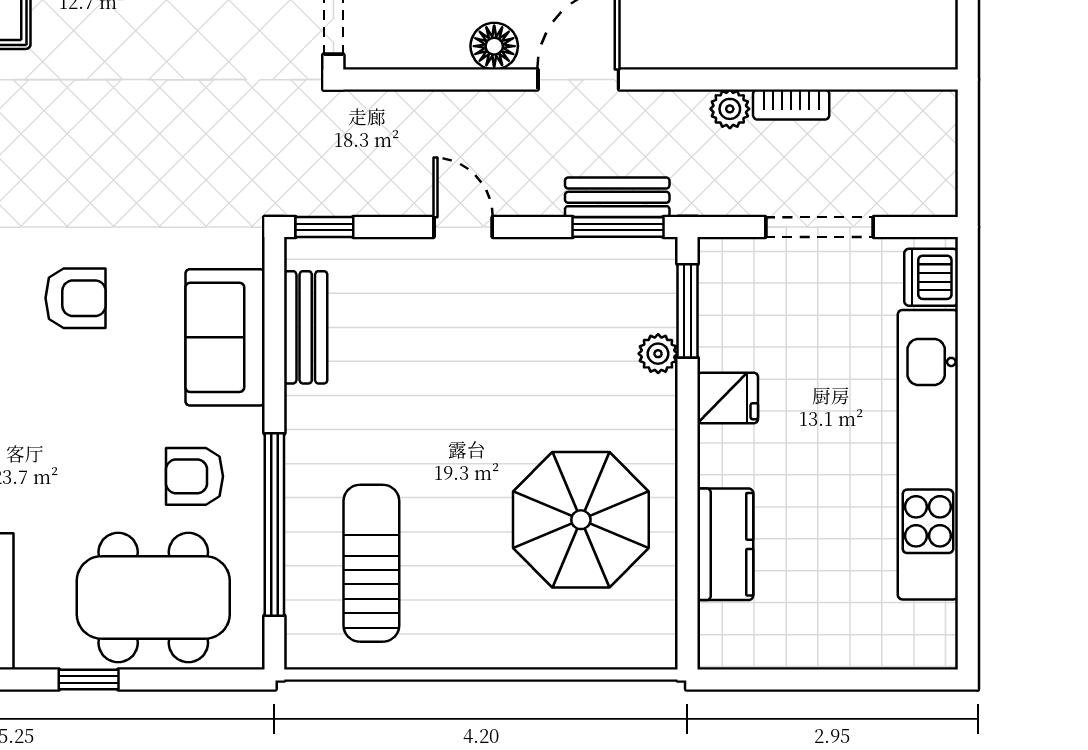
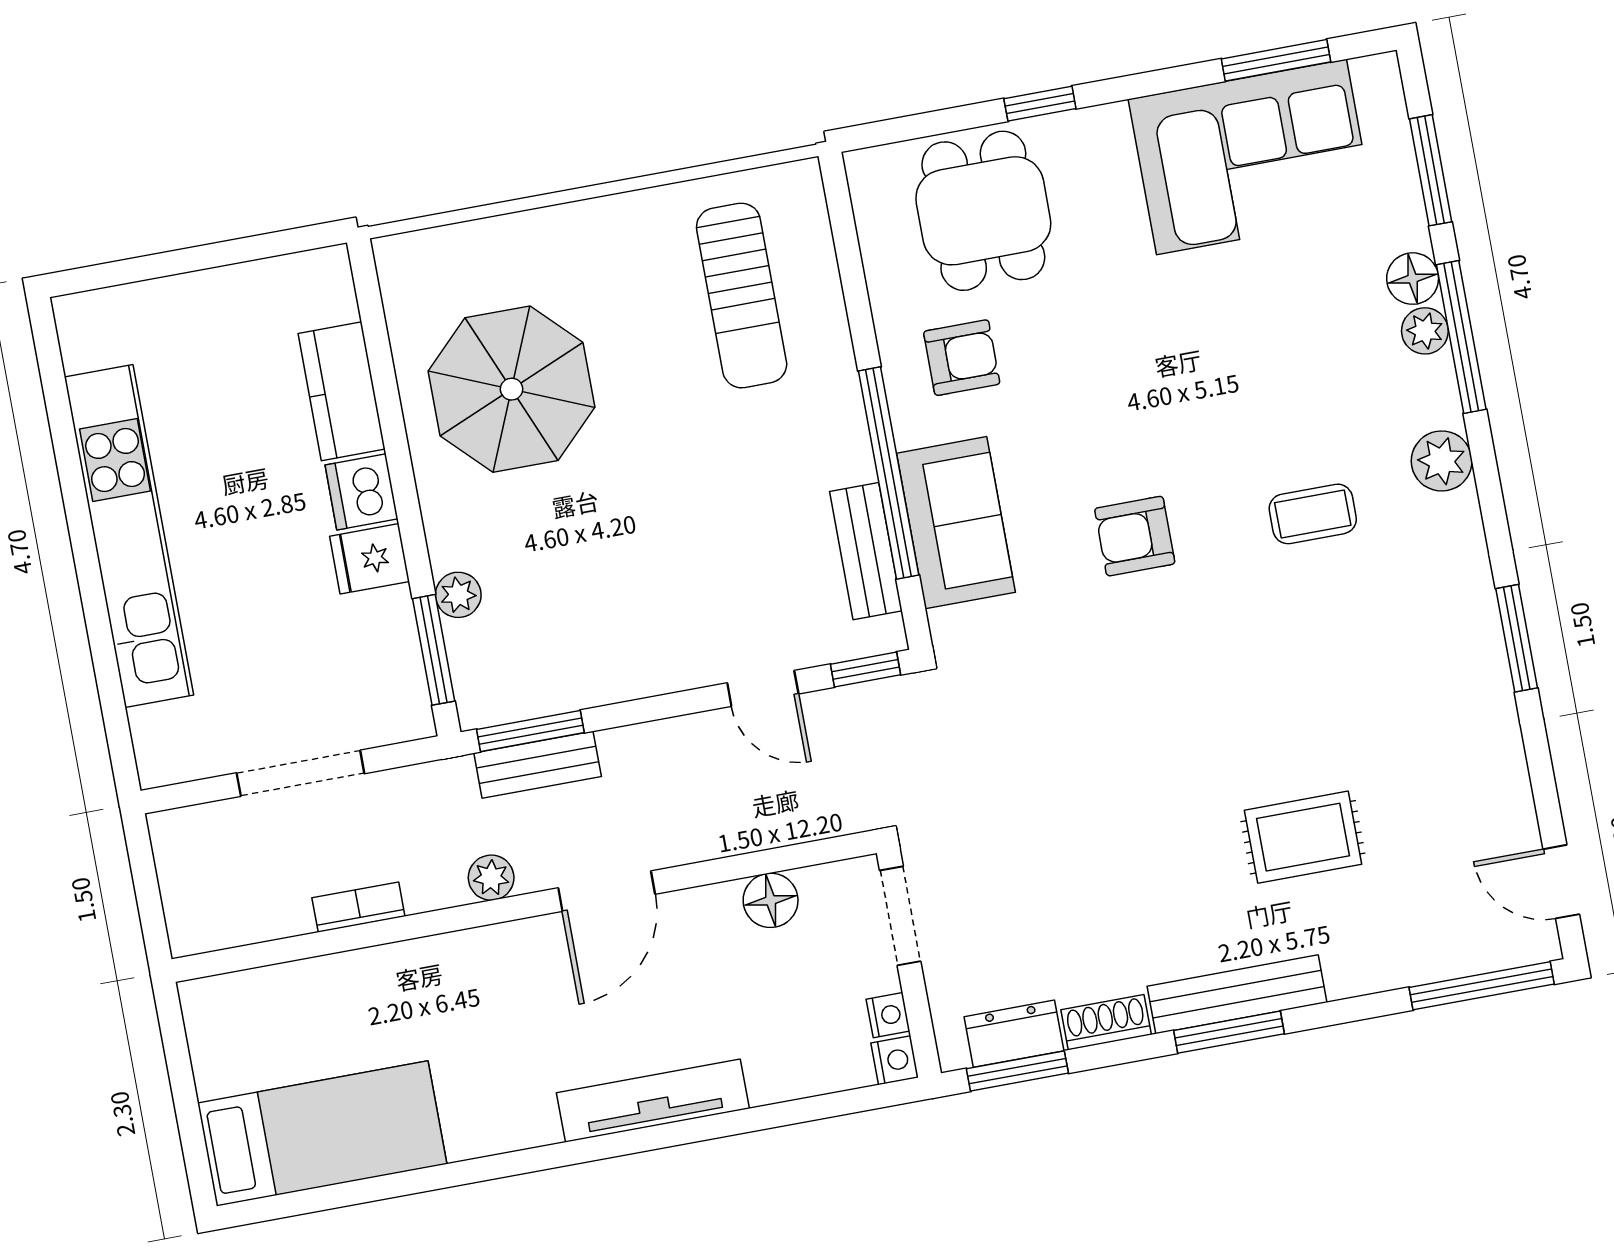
floor lamp: (494, 46) -> (771, 900), moved
plant: (730, 109) -> (491, 878), moved
door: (463, 227) -> (763, 688), moved
dishwasher: (931, 277) -> (362, 492), moved, turned 180
window: (274, 524) -> (889, 473), moved
dining table: (153, 597) -> (983, 211), width x0.73

